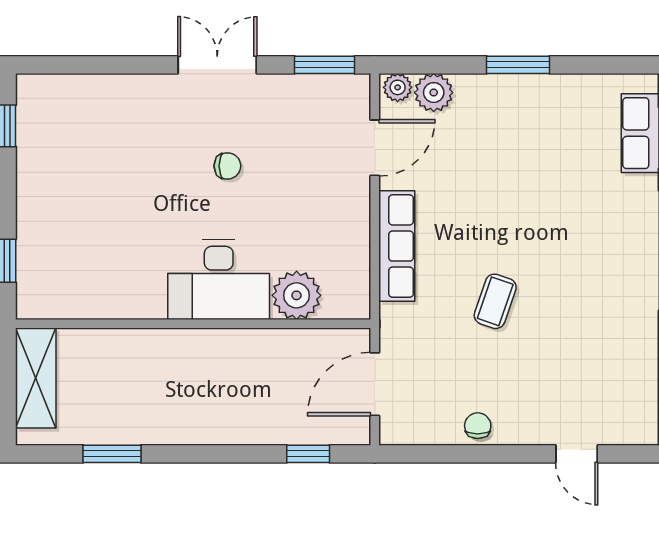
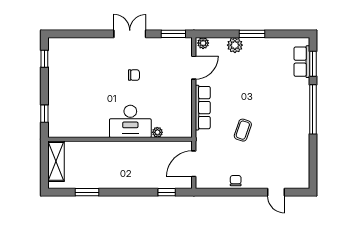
plant: (434, 93) -> (235, 45), moved
plant: (297, 295) -> (157, 132), width x0.53, depth x0.53

